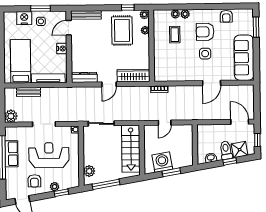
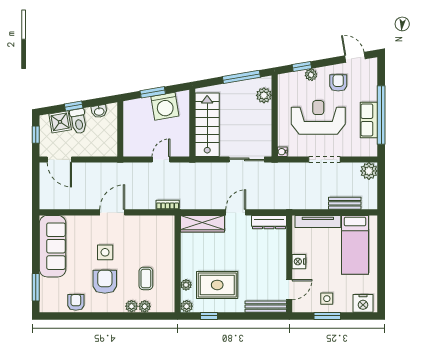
nightstand: (24, 18) -> (363, 303), moved
rug: (122, 30) -> (217, 285), turned 90
armchair: (205, 32) -> (105, 282), turned -90
door: (212, 83) -> (112, 212), moved
reception desk: (49, 155) -> (318, 117), turned 180

